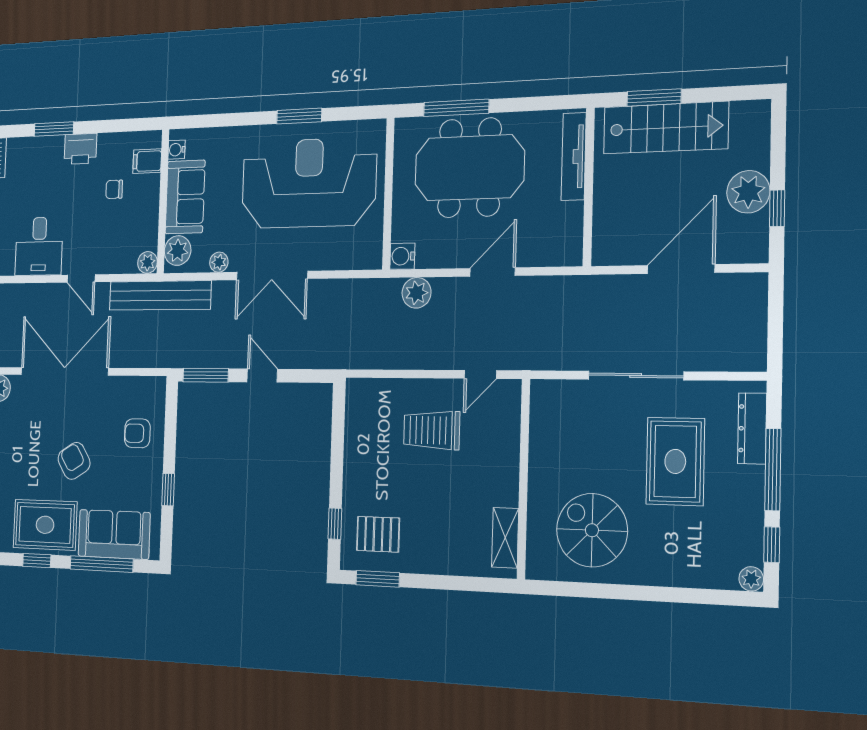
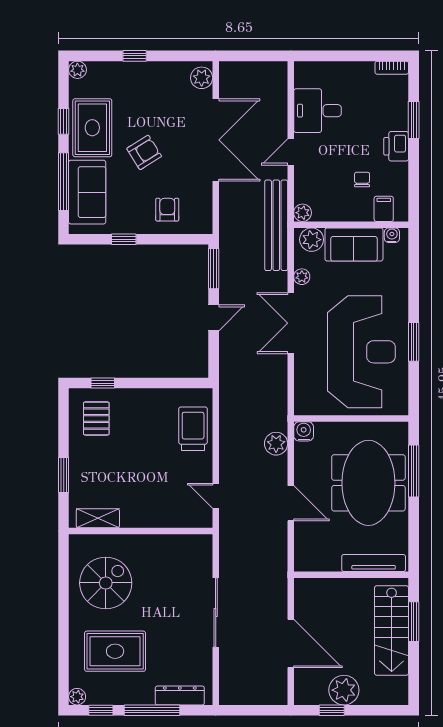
trolley: (432, 430) -> (193, 429), moved
rug: (675, 461) -> (115, 651), moved
window: (378, 579) -> (64, 475), moved

